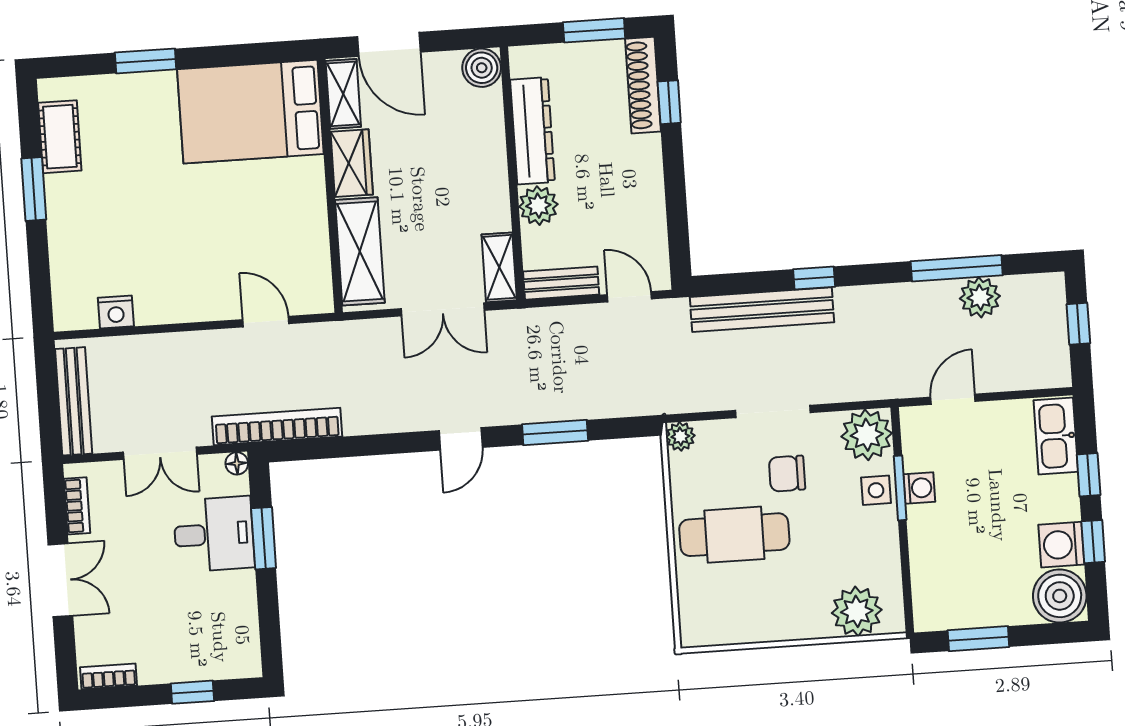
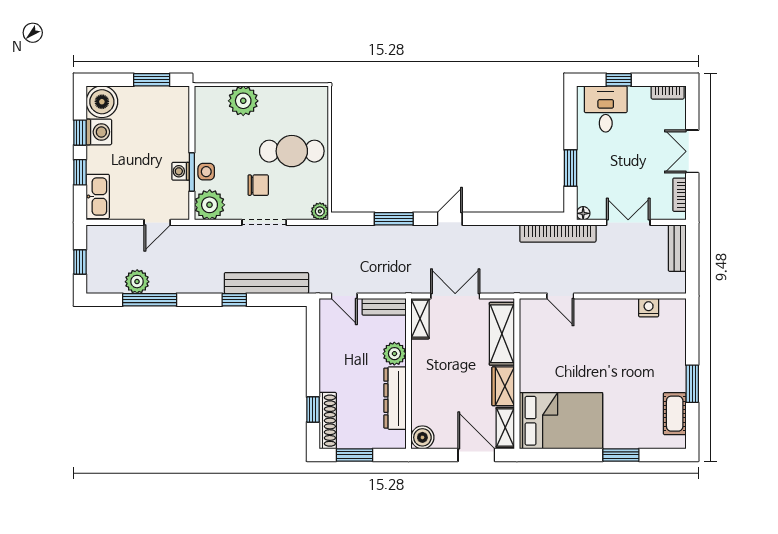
bench: (74, 401) -> (677, 248), width x0.73
desk: (214, 534) -> (606, 109), moved, turned 90
plant: (857, 611) -> (243, 101), moved

